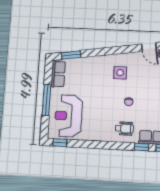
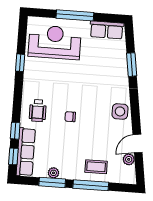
window: (71, 55) -> (132, 65), moved
side table: (120, 73) -> (120, 111), moved
window: (60, 143) -> (20, 63), moved

